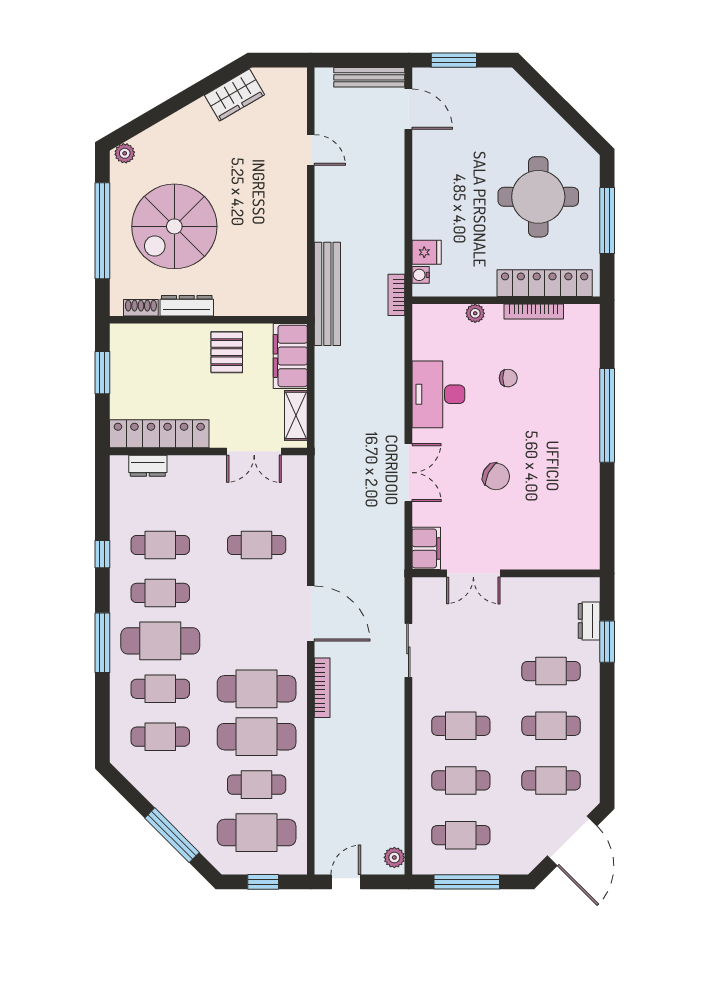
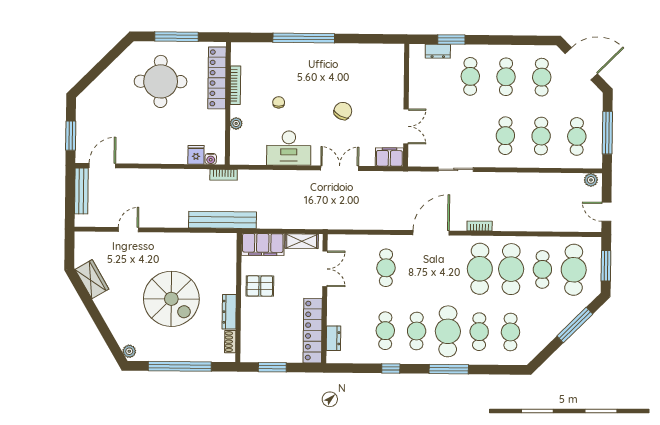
spiral stairs: (174, 226) -> (171, 299), moved
bookcase: (322, 688) -> (480, 226), width x0.64
window: (263, 882) -> (606, 266), width x1.50

